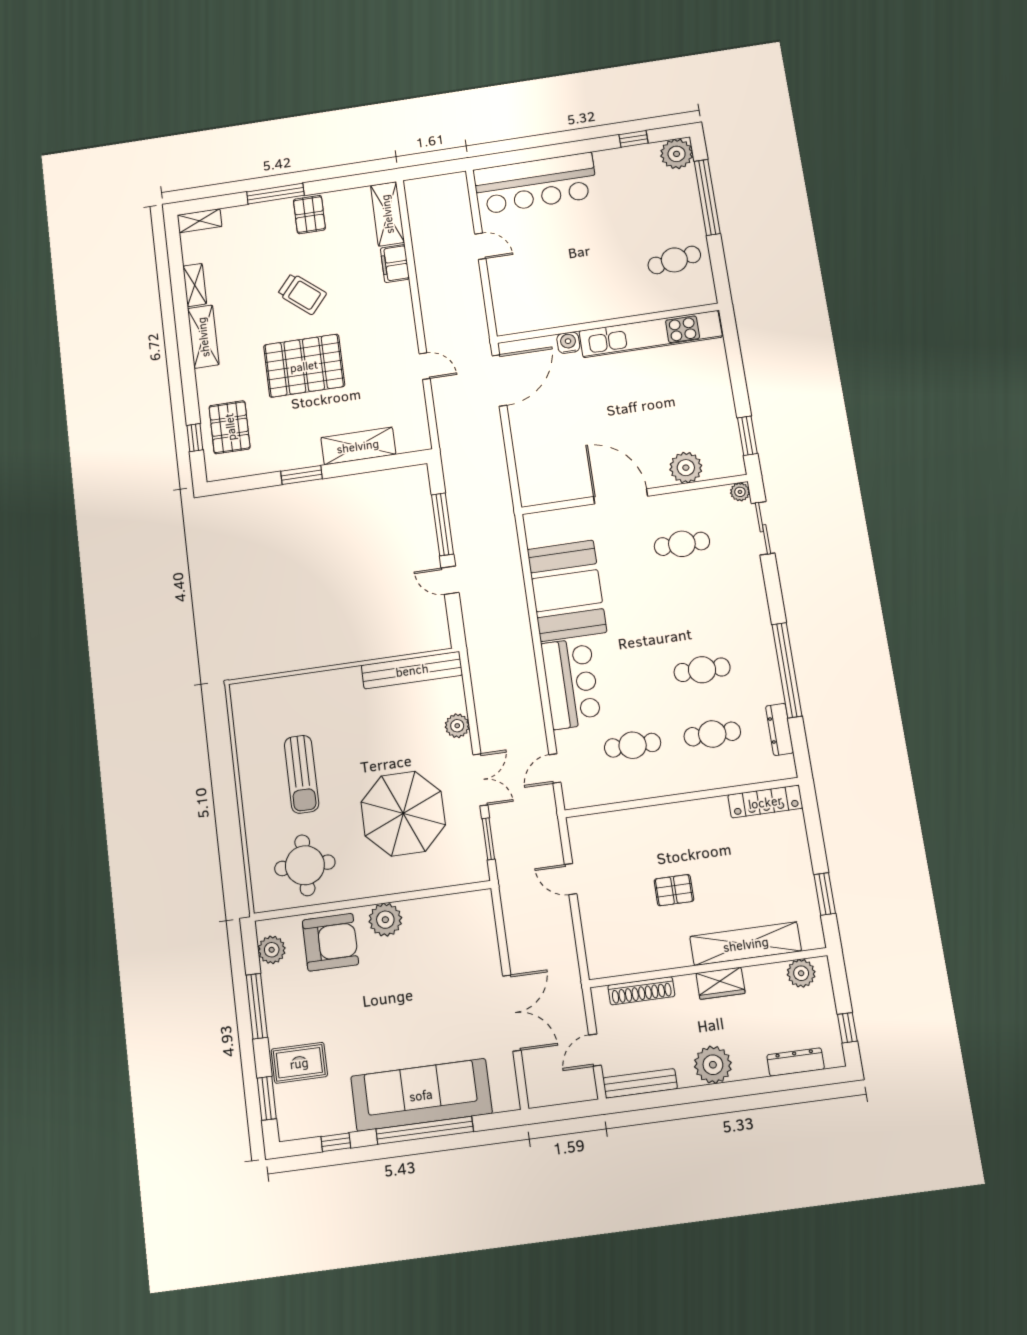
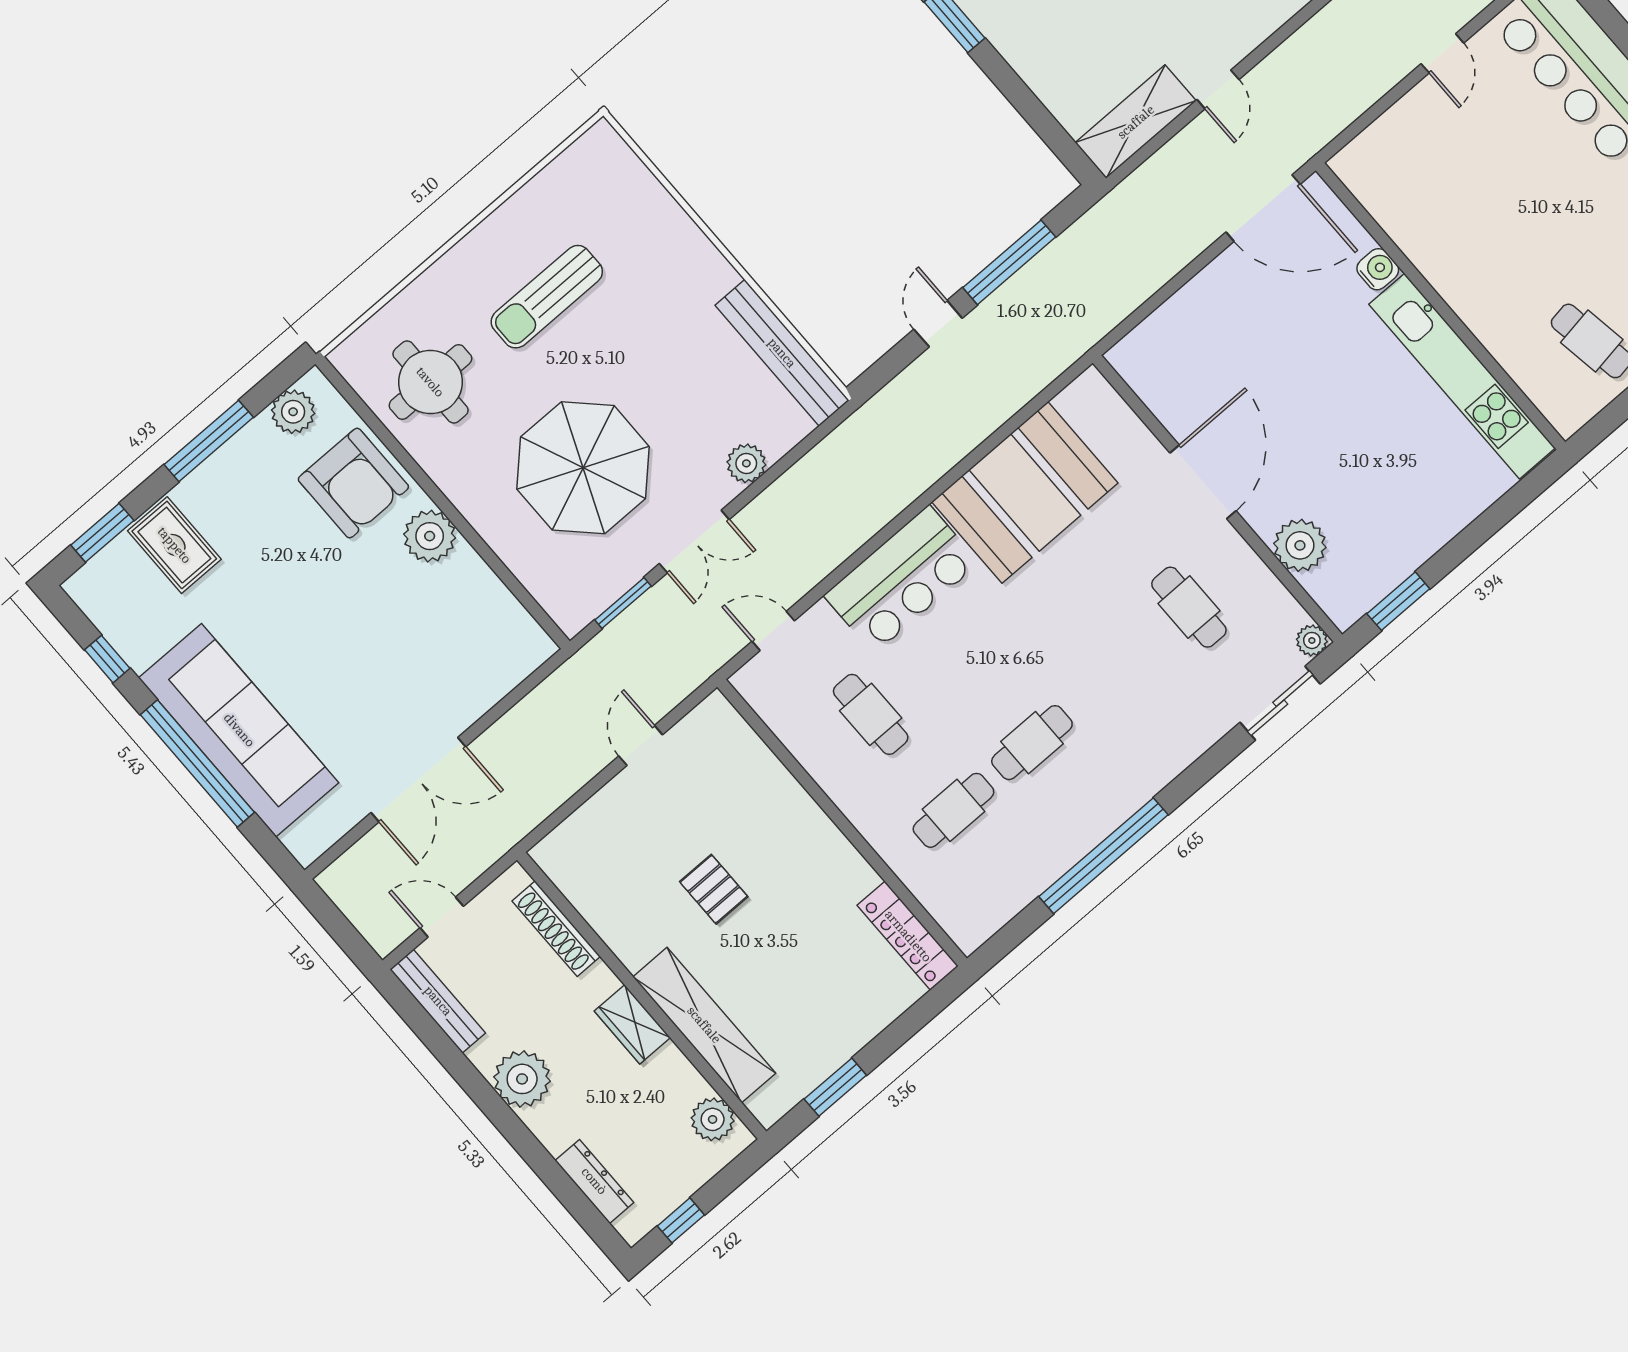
shelving: (358, 446) -> (1136, 122), moved, turned 90
cafe table: (702, 670) -> (1032, 743), turned 90
dresser: (780, 729) -> (1017, 895), removed
cafe table: (712, 734) -> (953, 810), turned 90

